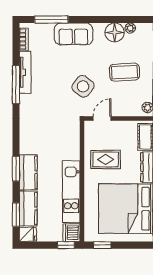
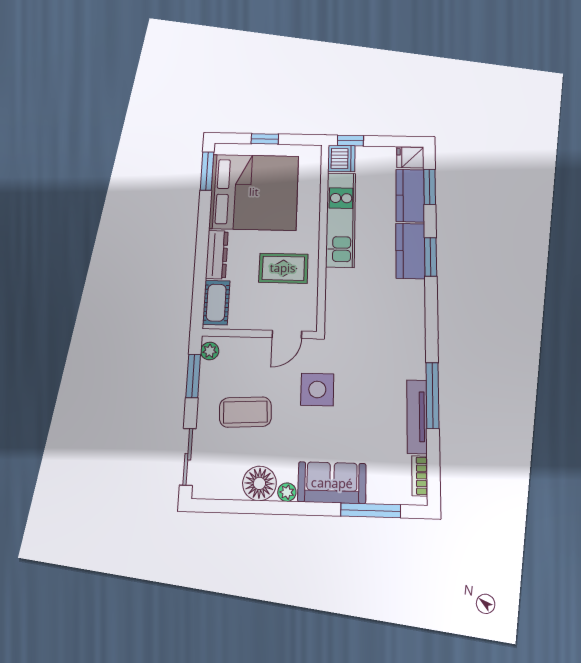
plant: (130, 28) -> (287, 492), moved
side table: (83, 86) -> (317, 390), turned -37
window: (102, 245) -> (265, 139), moved

